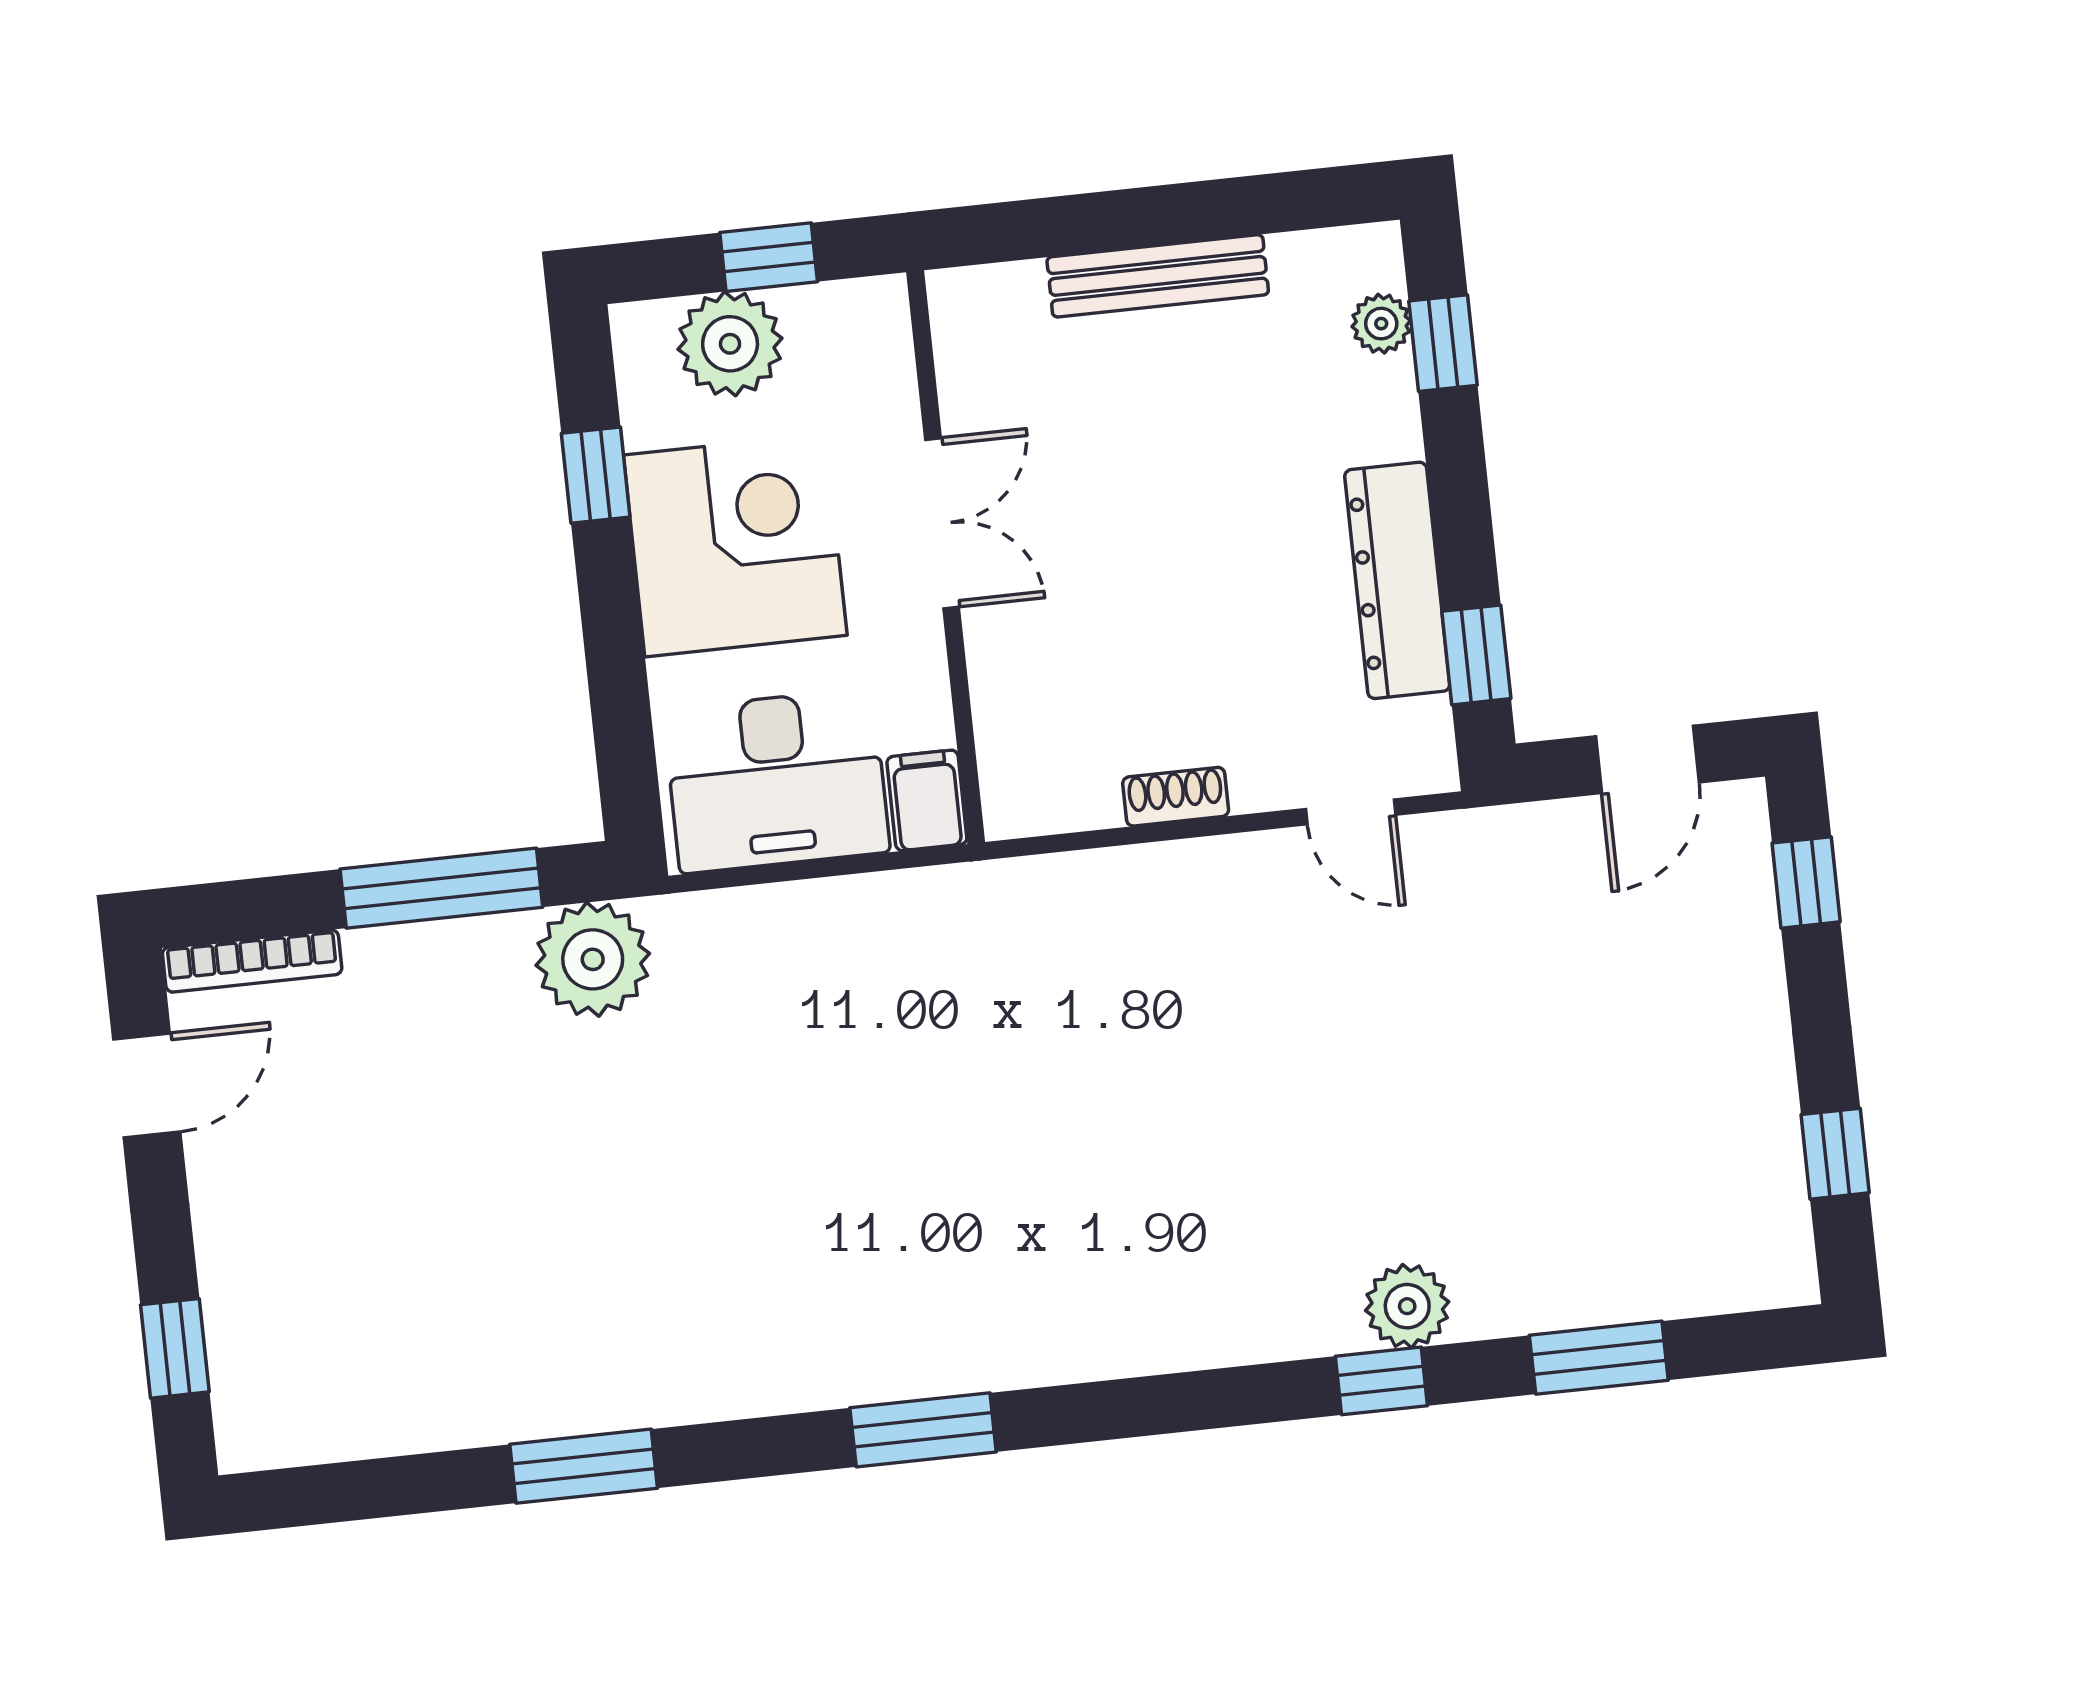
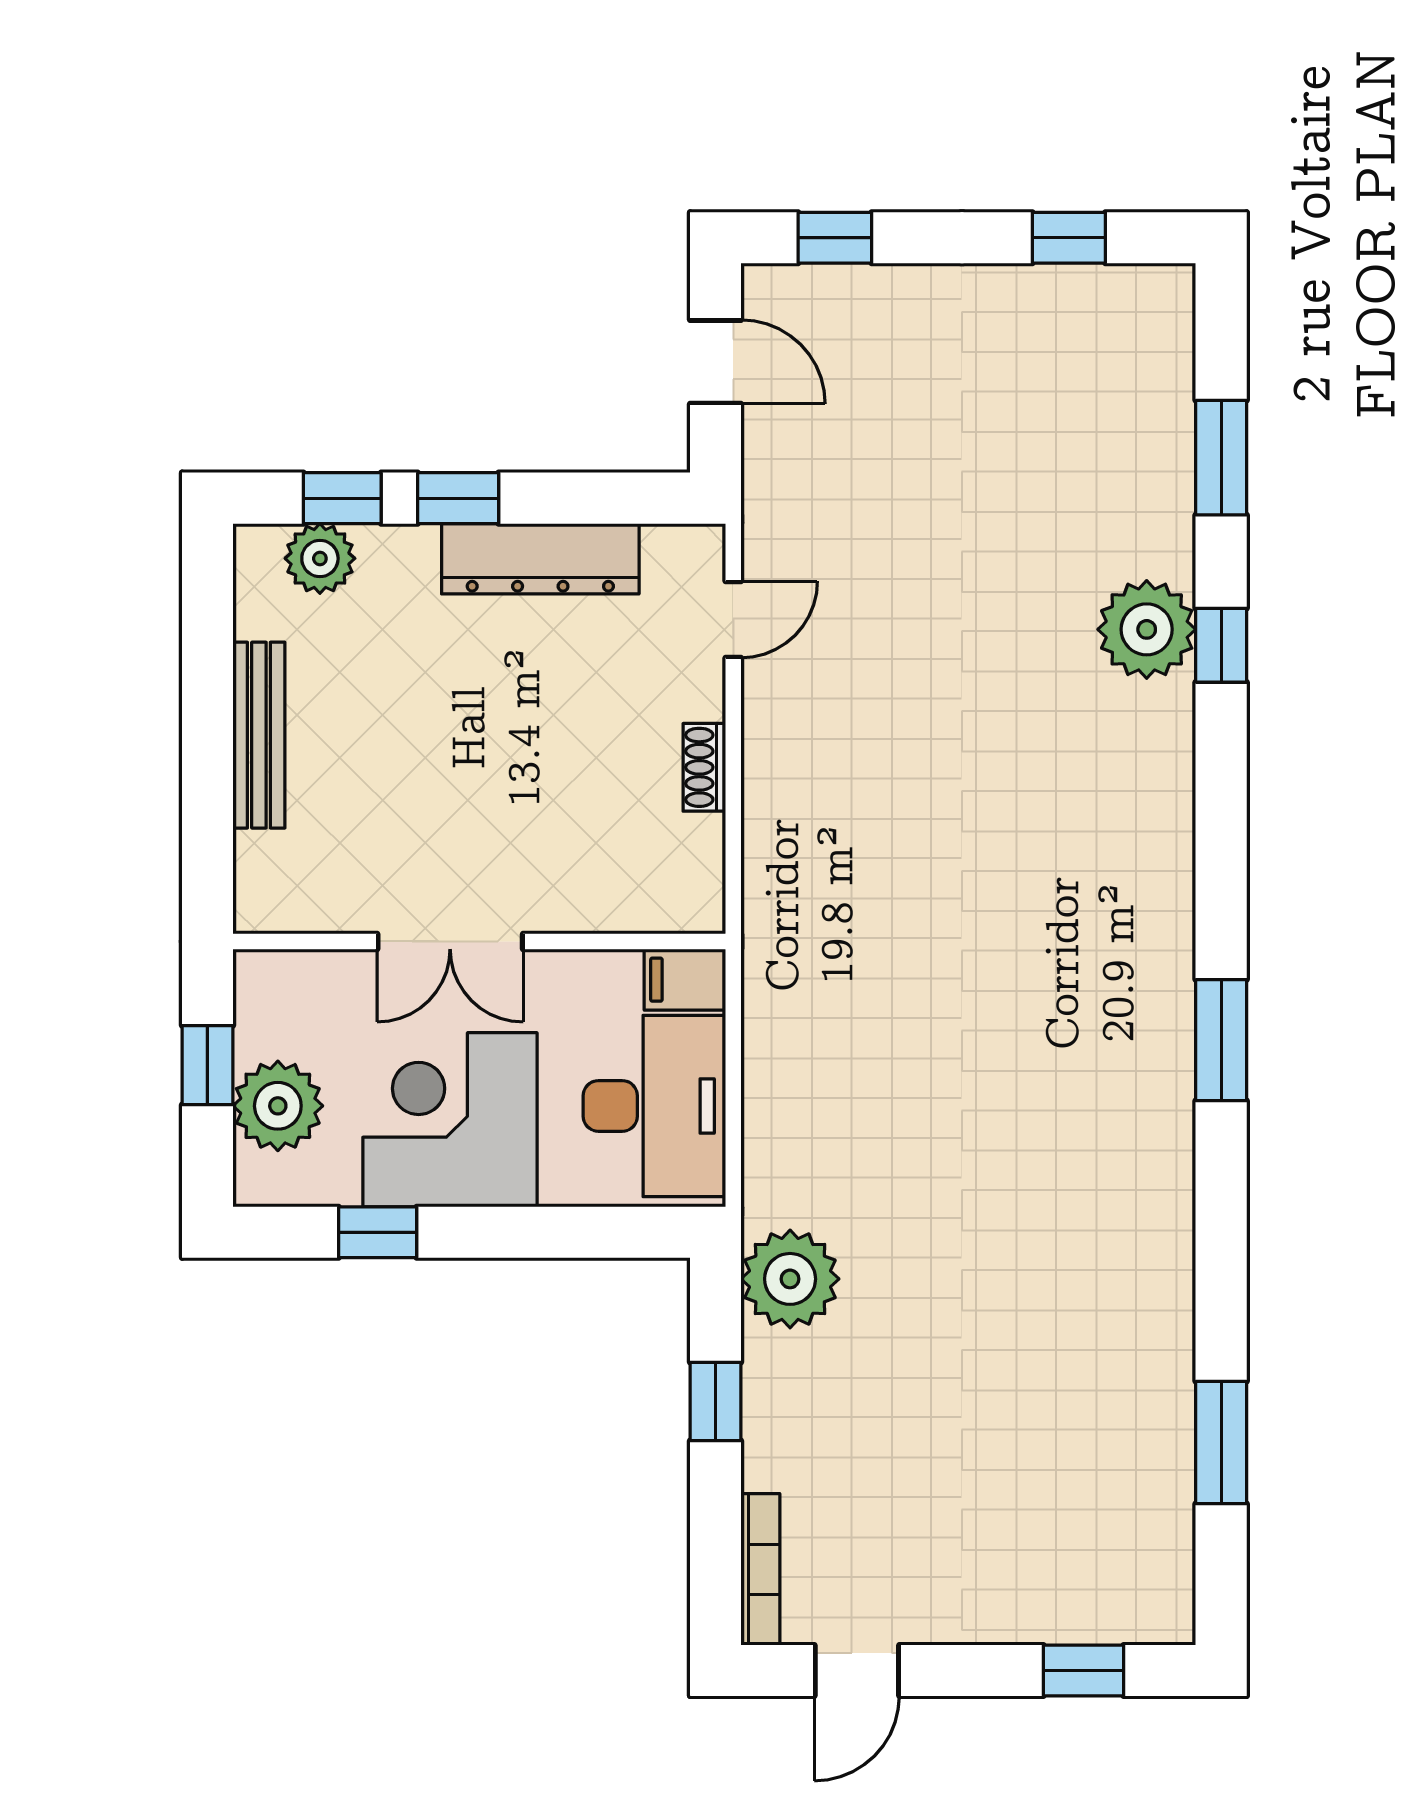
plant: (1381, 324) -> (320, 558), width x1.38, depth x1.38
double door: (942, 523) -> (450, 941), swing flipped
window: (1476, 655) -> (458, 498), moved
window: (441, 888) -> (716, 1401), width x0.46
door: (147, 1085) -> (857, 1671), swing flipped
plant: (1407, 1306) -> (1147, 629), width x1.36, depth x1.36
window: (584, 1466) -> (1221, 1443), moved

